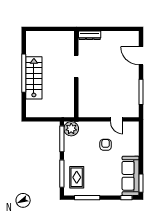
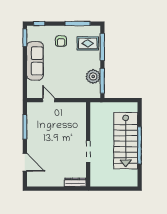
stairs: (34, 78) -> (126, 141), width x1.36, depth x1.51
plant: (71, 129) -> (93, 76), moved
armchair: (106, 145) -> (61, 41), moved
sofa: (131, 176) -> (35, 61), moved
rug: (77, 177) -> (88, 43), turned 90

